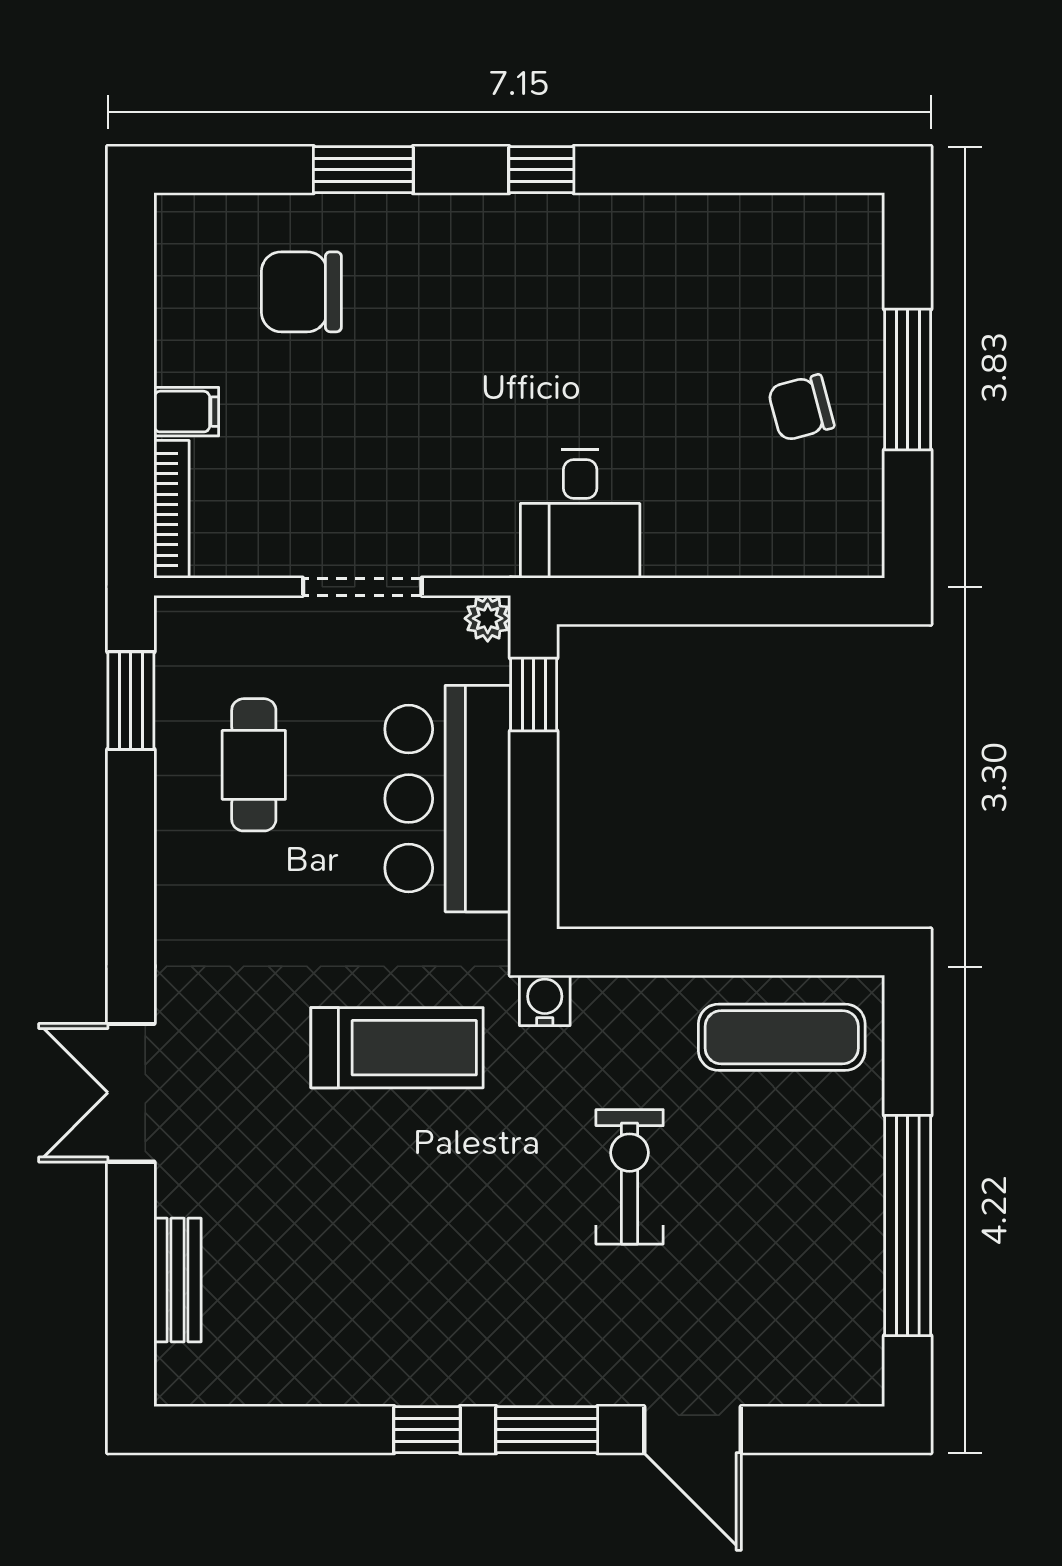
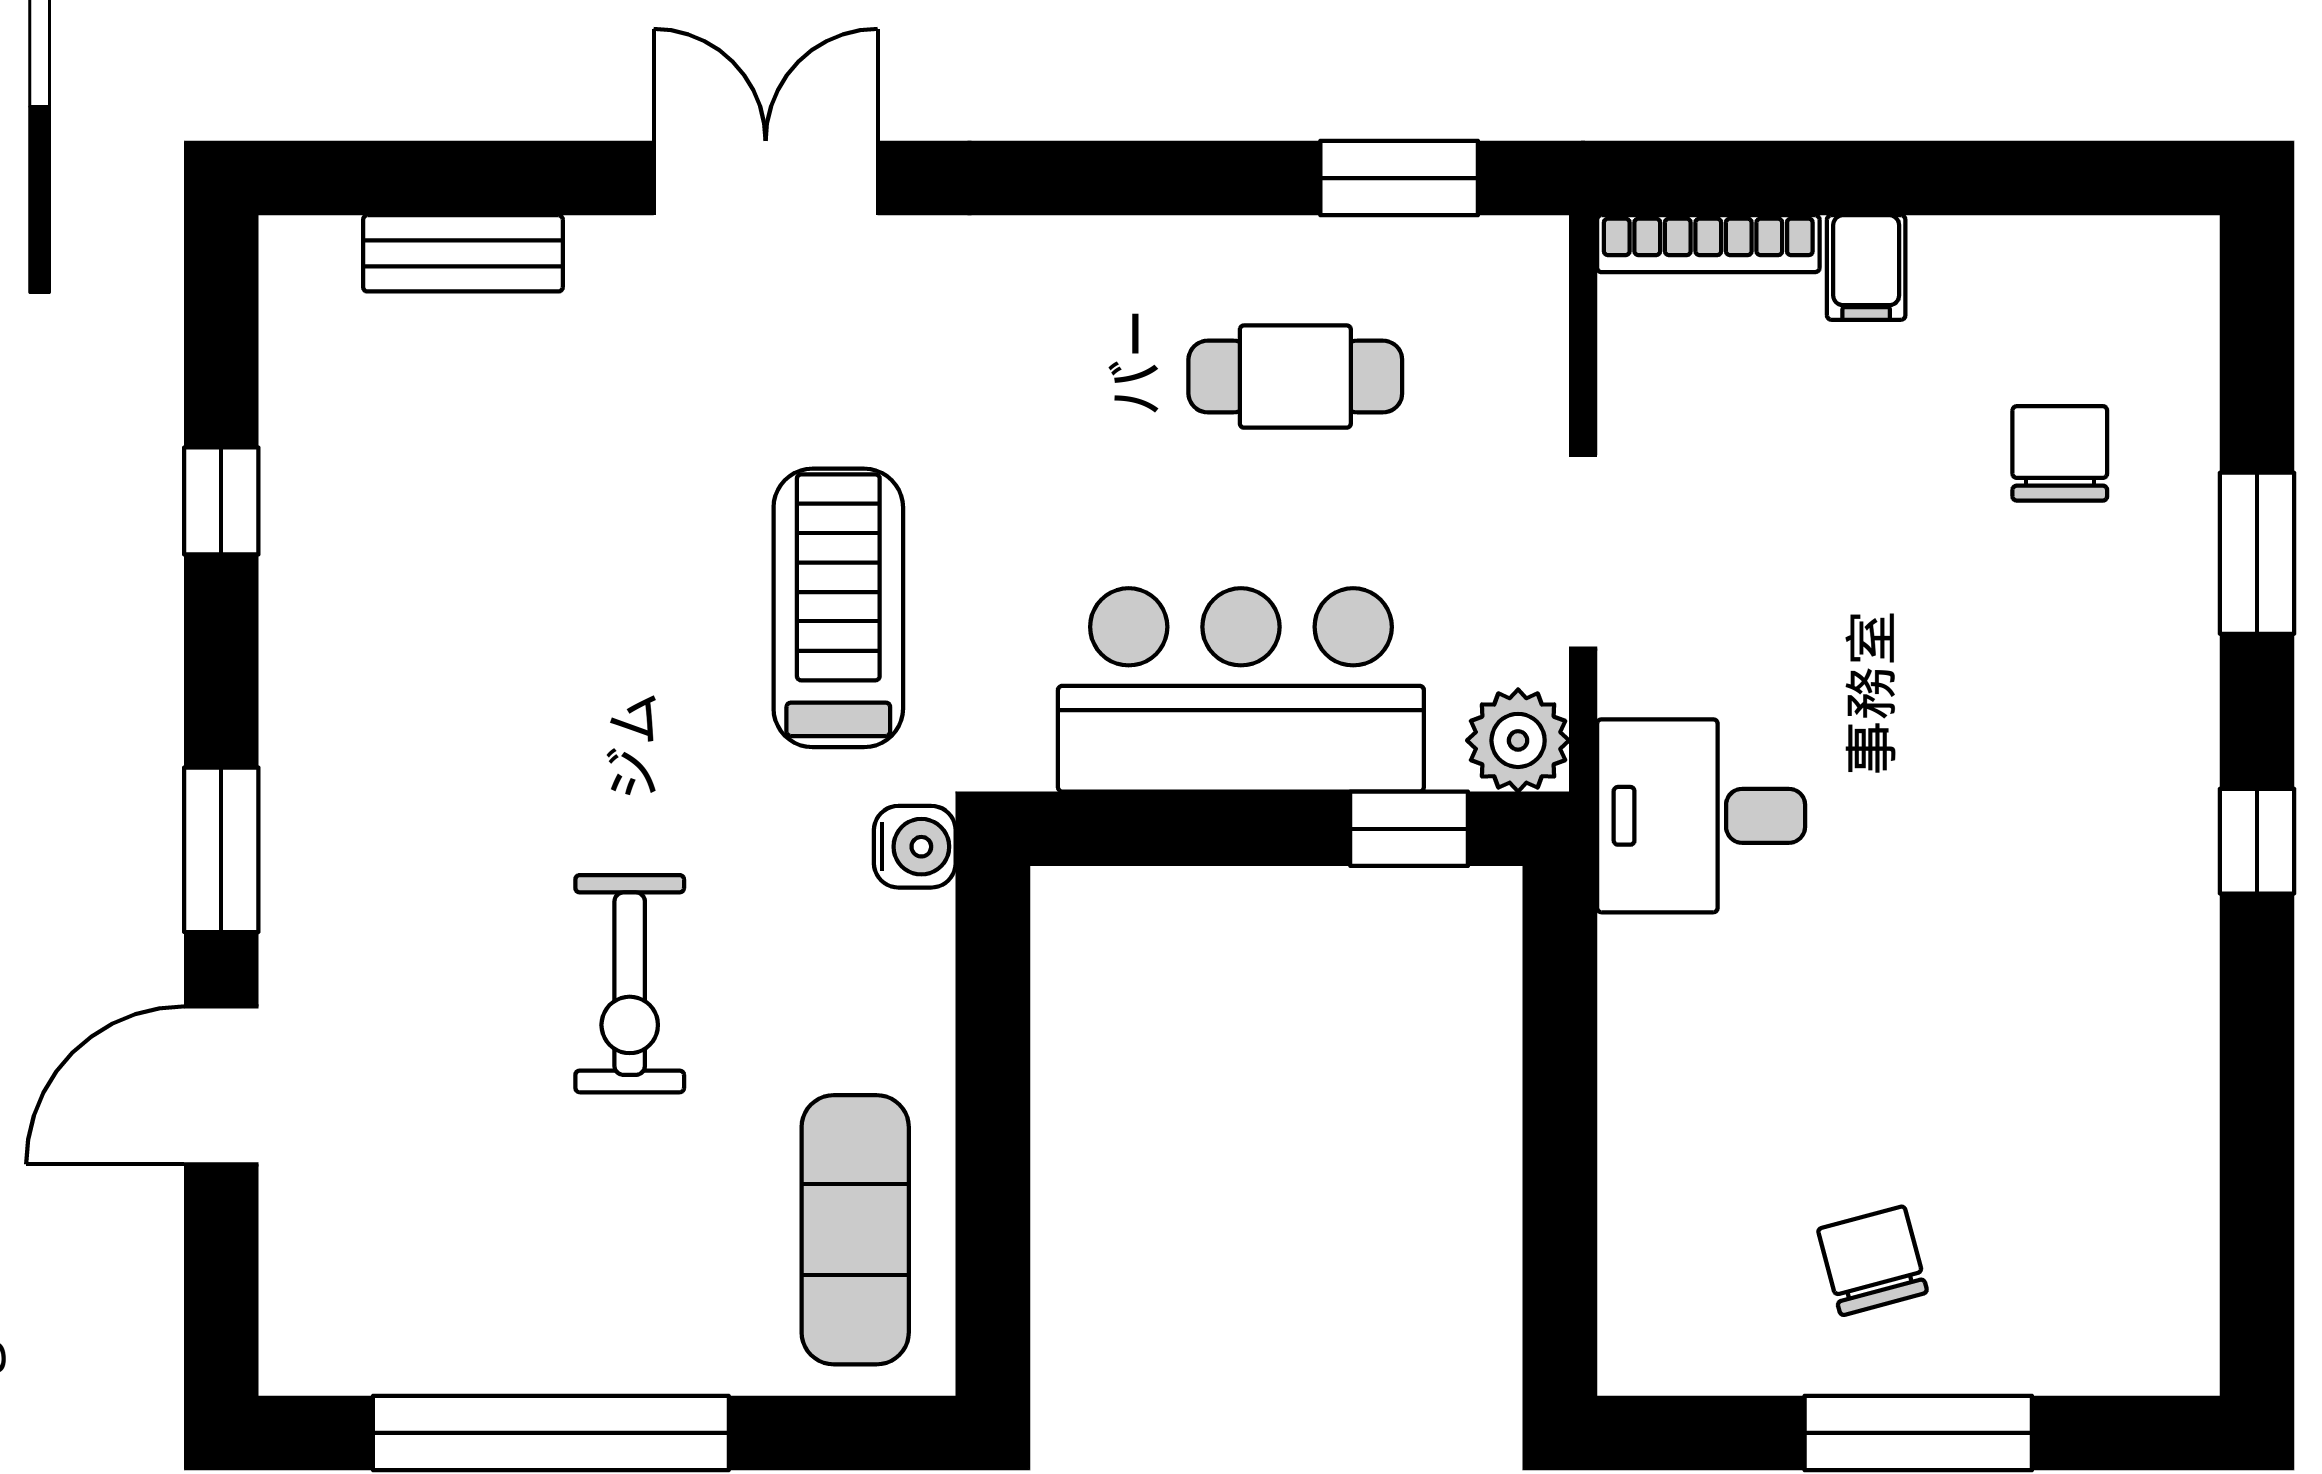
chair: (301, 292) -> (2060, 453), width x0.73, depth x0.73
desk: (580, 514) -> (1701, 816), moved
plant: (488, 618) -> (1518, 740), width x1.38, depth x1.38
treadmill: (397, 1048) -> (838, 608), turned 180
exercise bike: (630, 1177) -> (630, 984), turned 90
window: (427, 1430) -> (221, 501), moved

